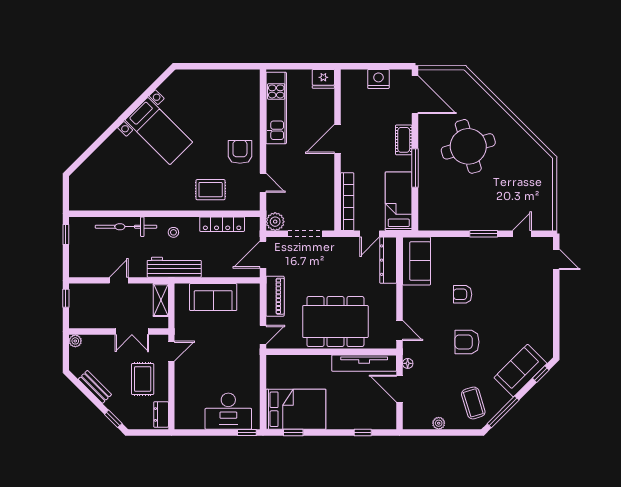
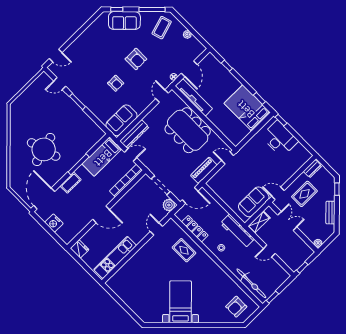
armchair: (240, 152) -> (236, 307), moved
bicycle: (126, 227) -> (251, 283), moved
door: (556, 259) -> (56, 56), swing flipped
sofa: (213, 297) -> (254, 202), moved, turned -90

